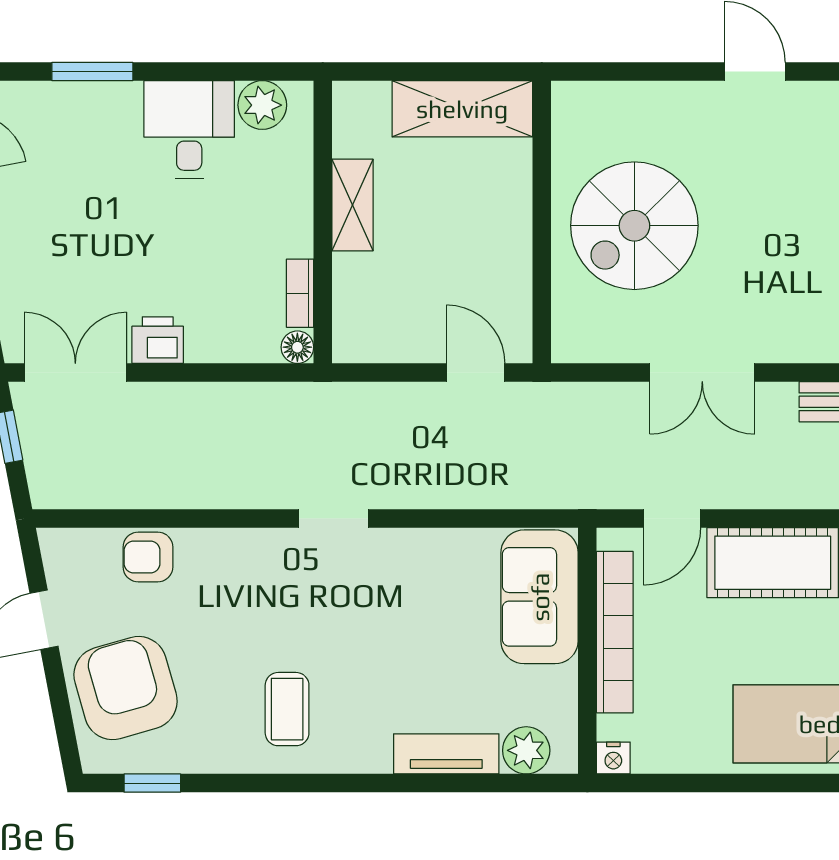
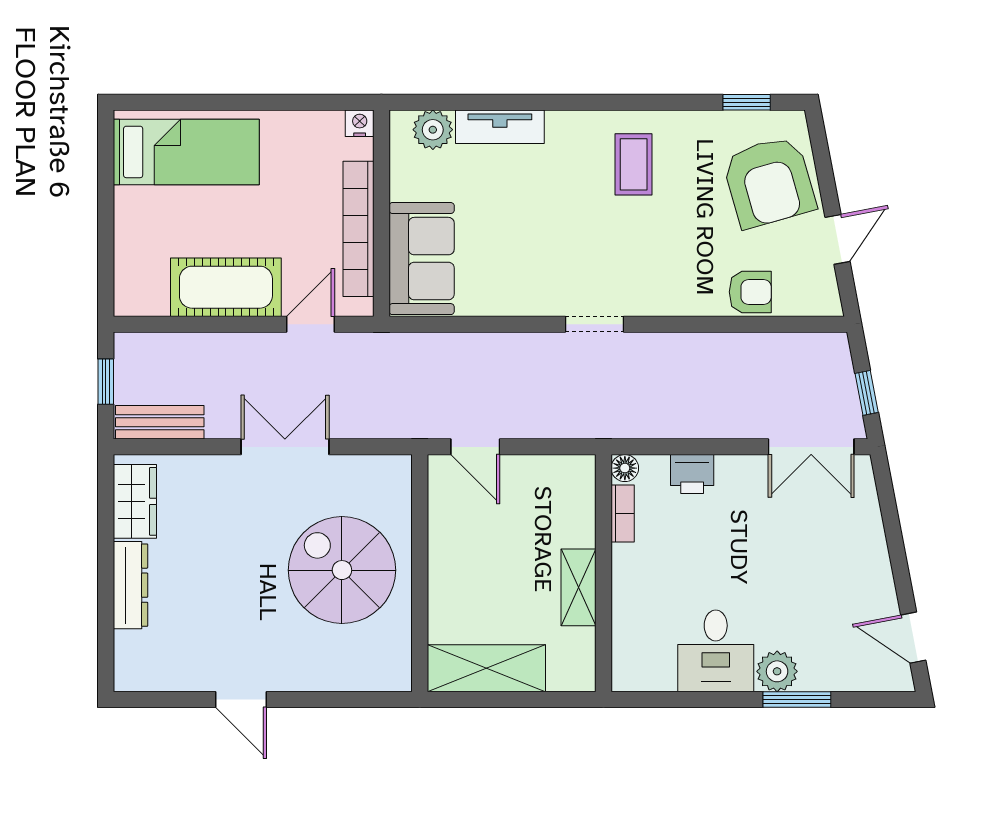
plant: (262, 105) -> (777, 671), moved
spiral stairs: (634, 226) -> (342, 570), turned -90
printer: (158, 340) -> (692, 474), moved

